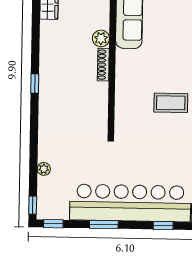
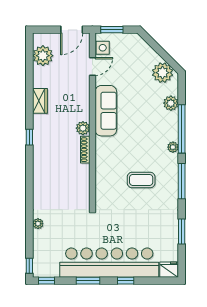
window: (35, 84) -> (29, 137), moved
plant: (44, 169) -> (38, 224), moved
window: (163, 226) -> (126, 281), moved

